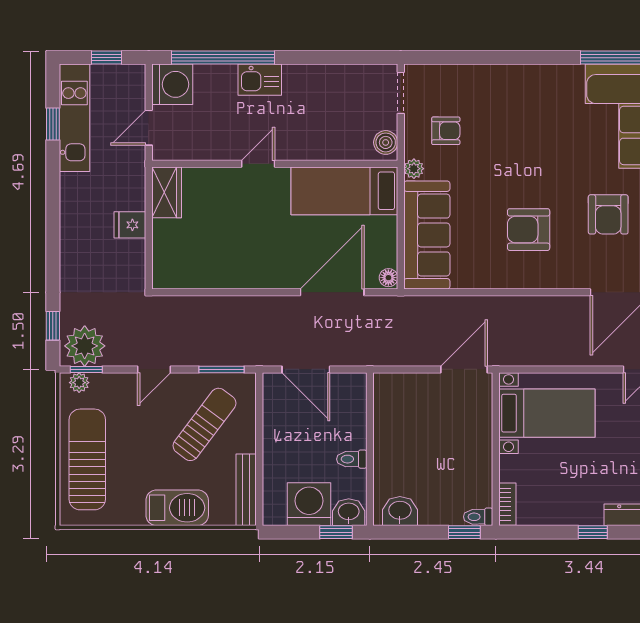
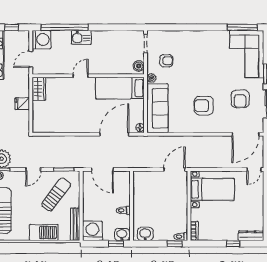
washing machine: (309, 504) -> (92, 231), moved

